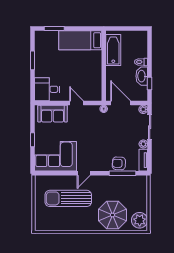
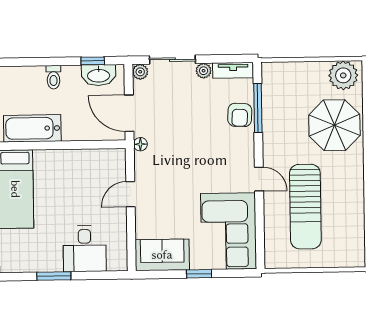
washbasin: (142, 76) -> (99, 75), moved
desk: (47, 89) -> (85, 249), moved
door: (121, 103) -> (129, 113), hinge flipped
sofa: (53, 114) -> (162, 255), moved, turned -90

